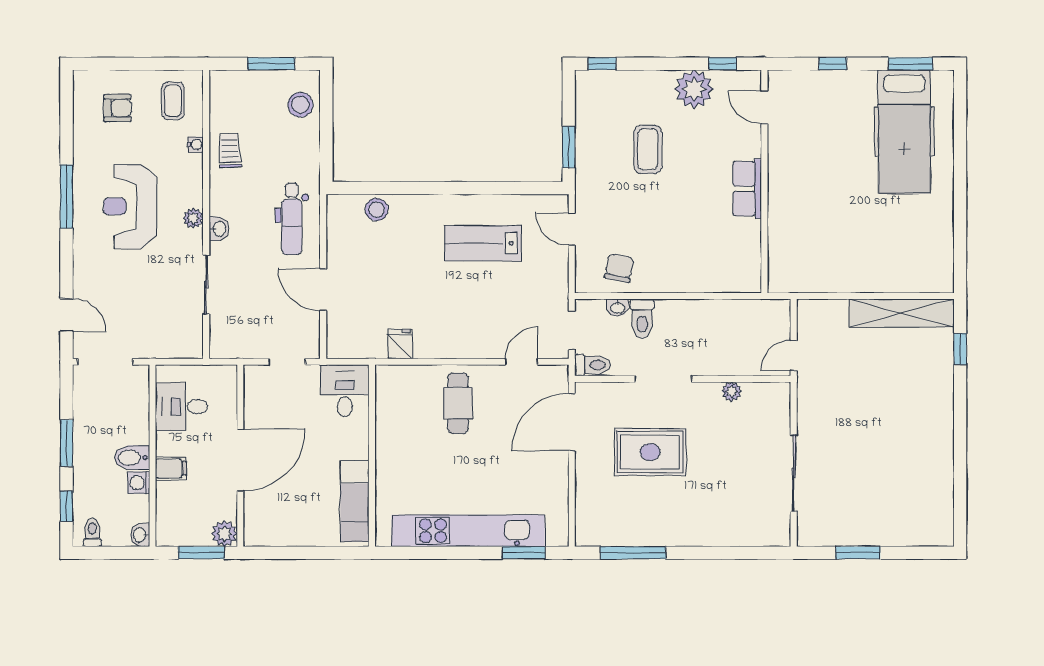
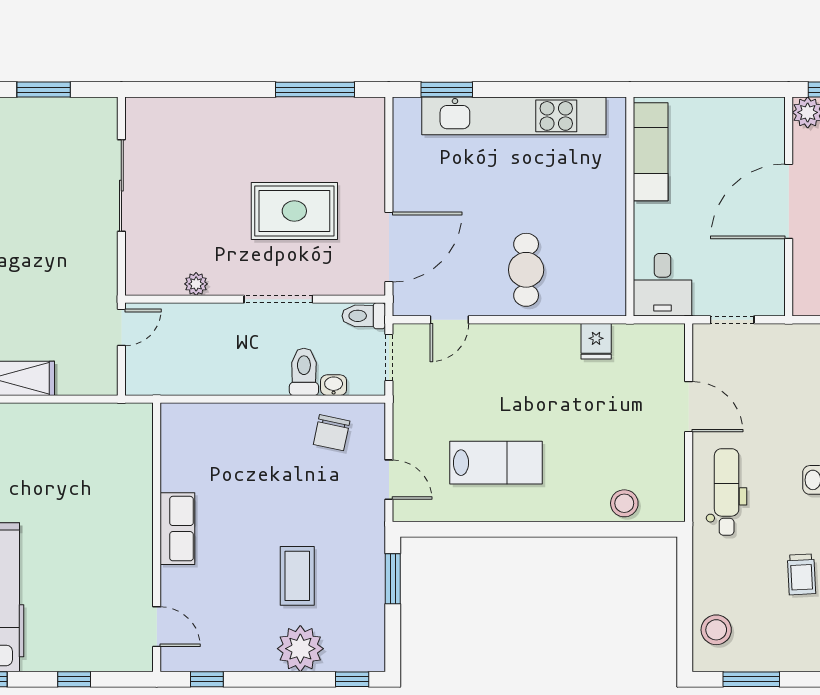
plant: (694, 89) -> (300, 649), moved

